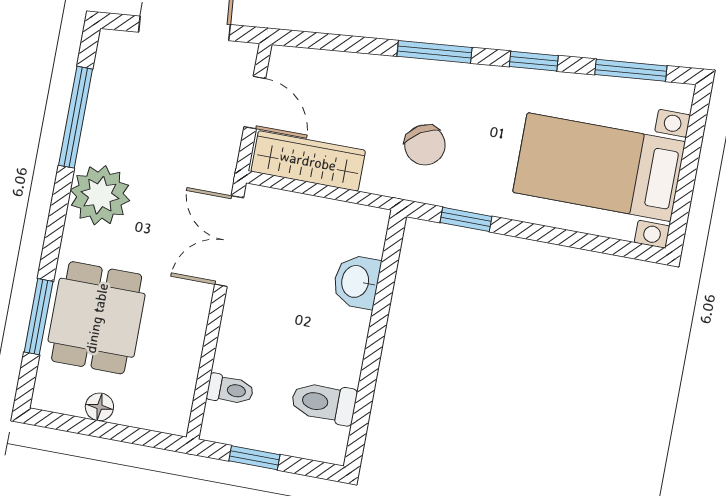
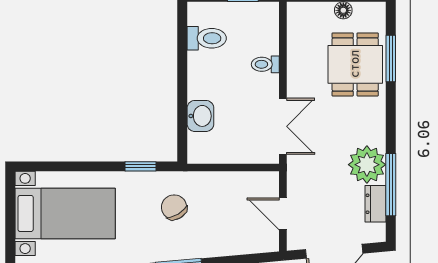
dresser: (105, 91) -> (376, 204), added
wardrobe: (308, 161) -> (244, 184), removed
plant: (100, 195) -> (367, 165), moved
toilet: (230, 390) -> (265, 64), moved

